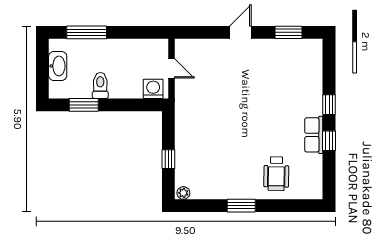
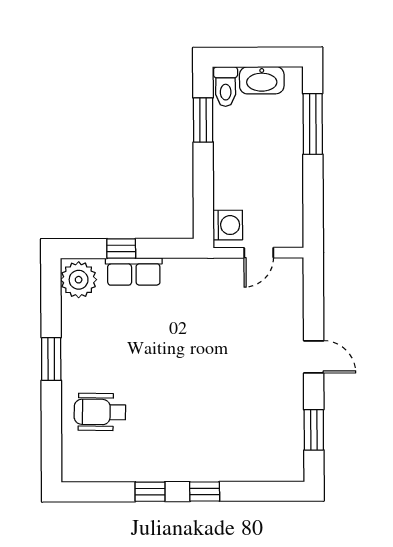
toilet: (100, 85) -> (226, 87), moved, turned 90
row of seats: (314, 135) -> (134, 272), moved, turned 180
plant: (183, 193) -> (79, 280), width x1.87, depth x1.87

